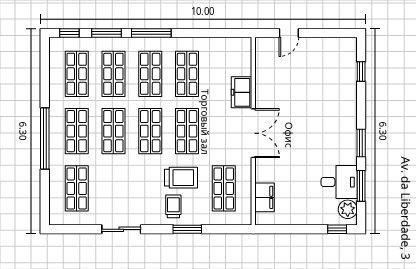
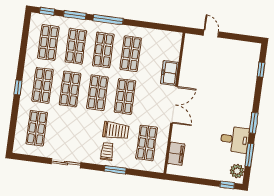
door: (289, 33) -> (211, 33), swing flipped
window: (45, 138) -> (18, 88), width x0.32
desk: (339, 182) -> (235, 139), moved

